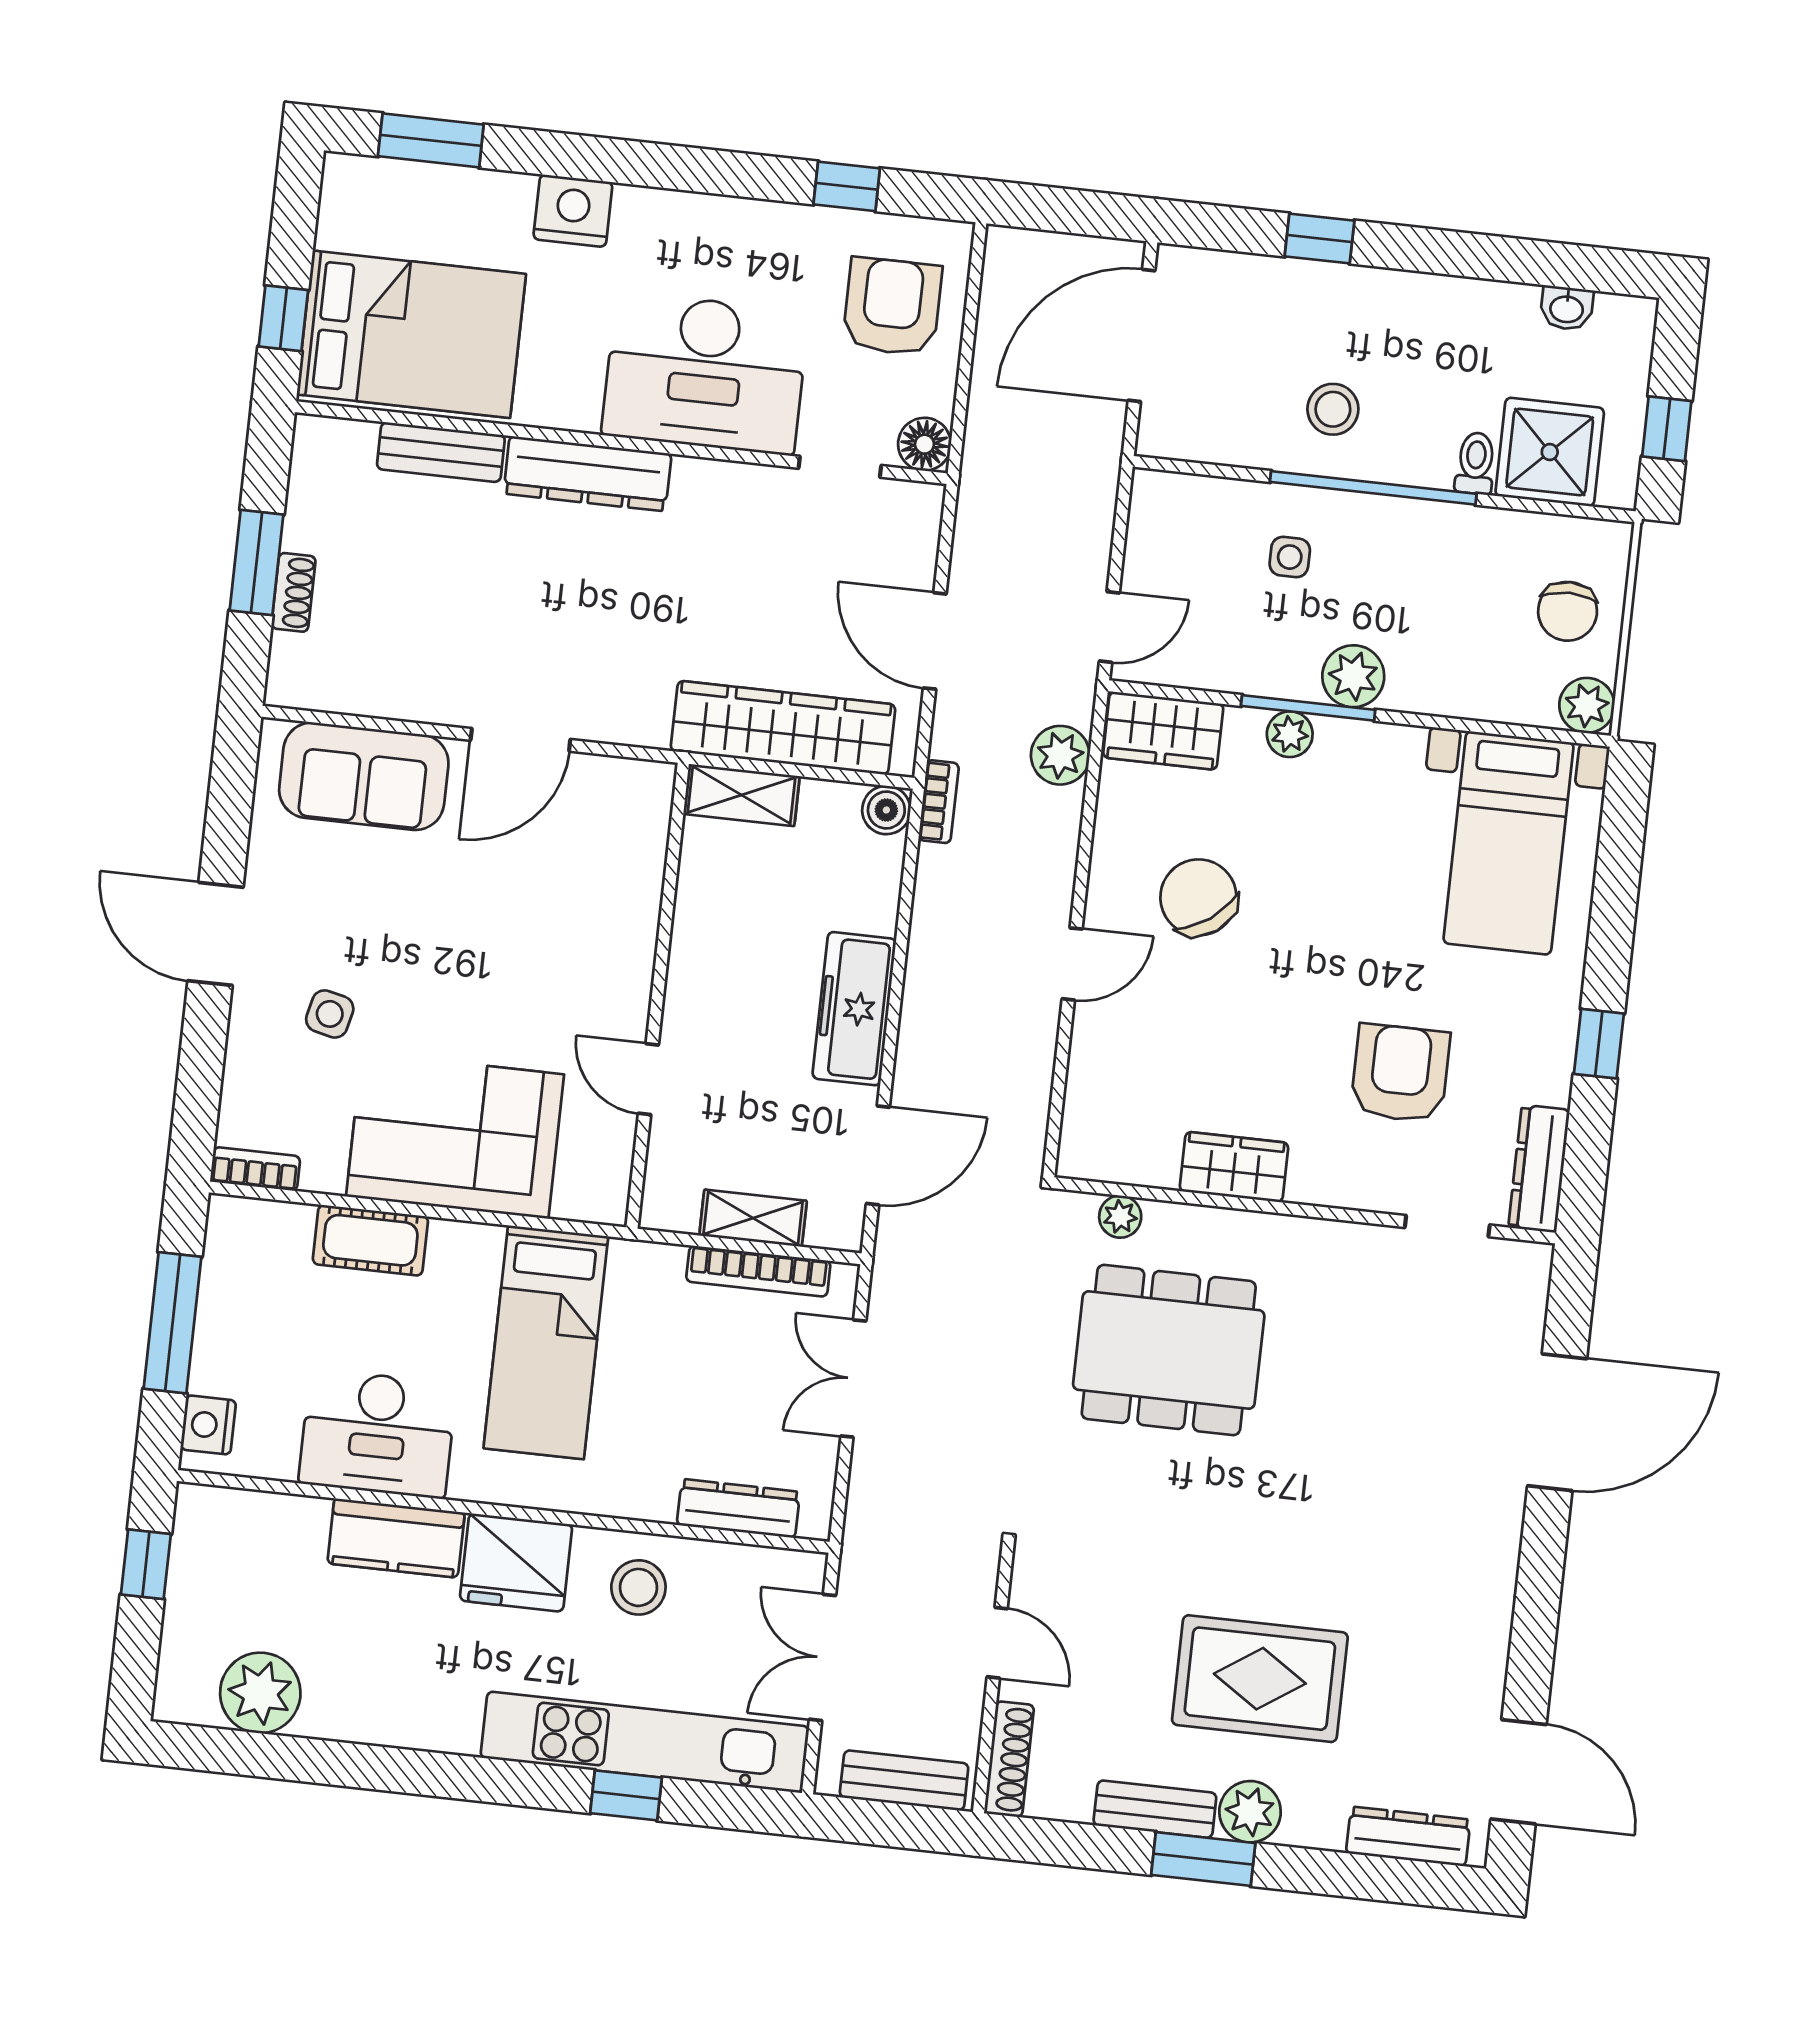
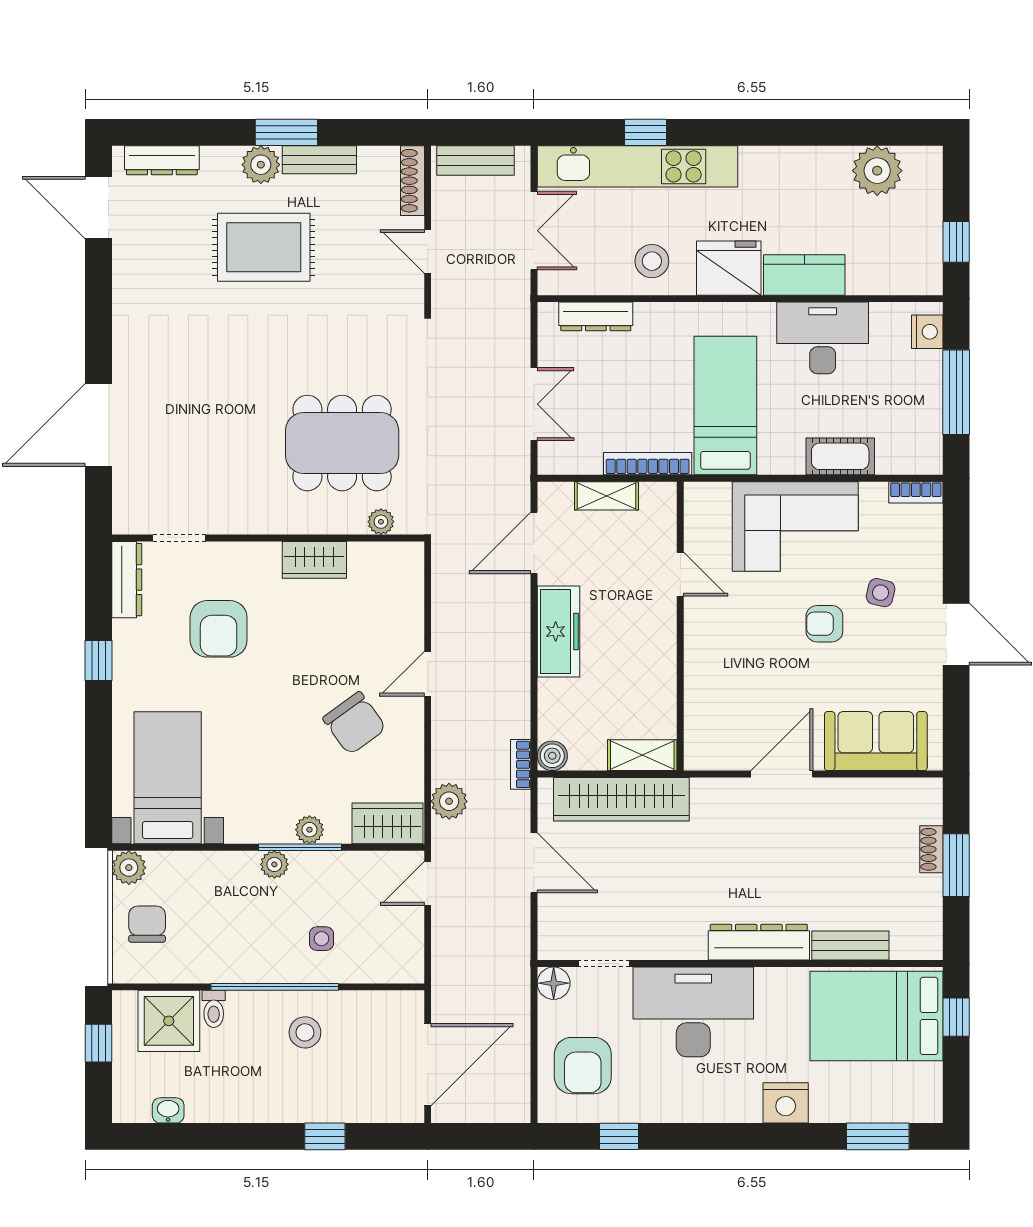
plant: (1353, 676) -> (274, 864), width x0.73, depth x0.73
armchair: (426, 974) -> (824, 624), added
bookcase: (758, 1271) -> (648, 464), moved

